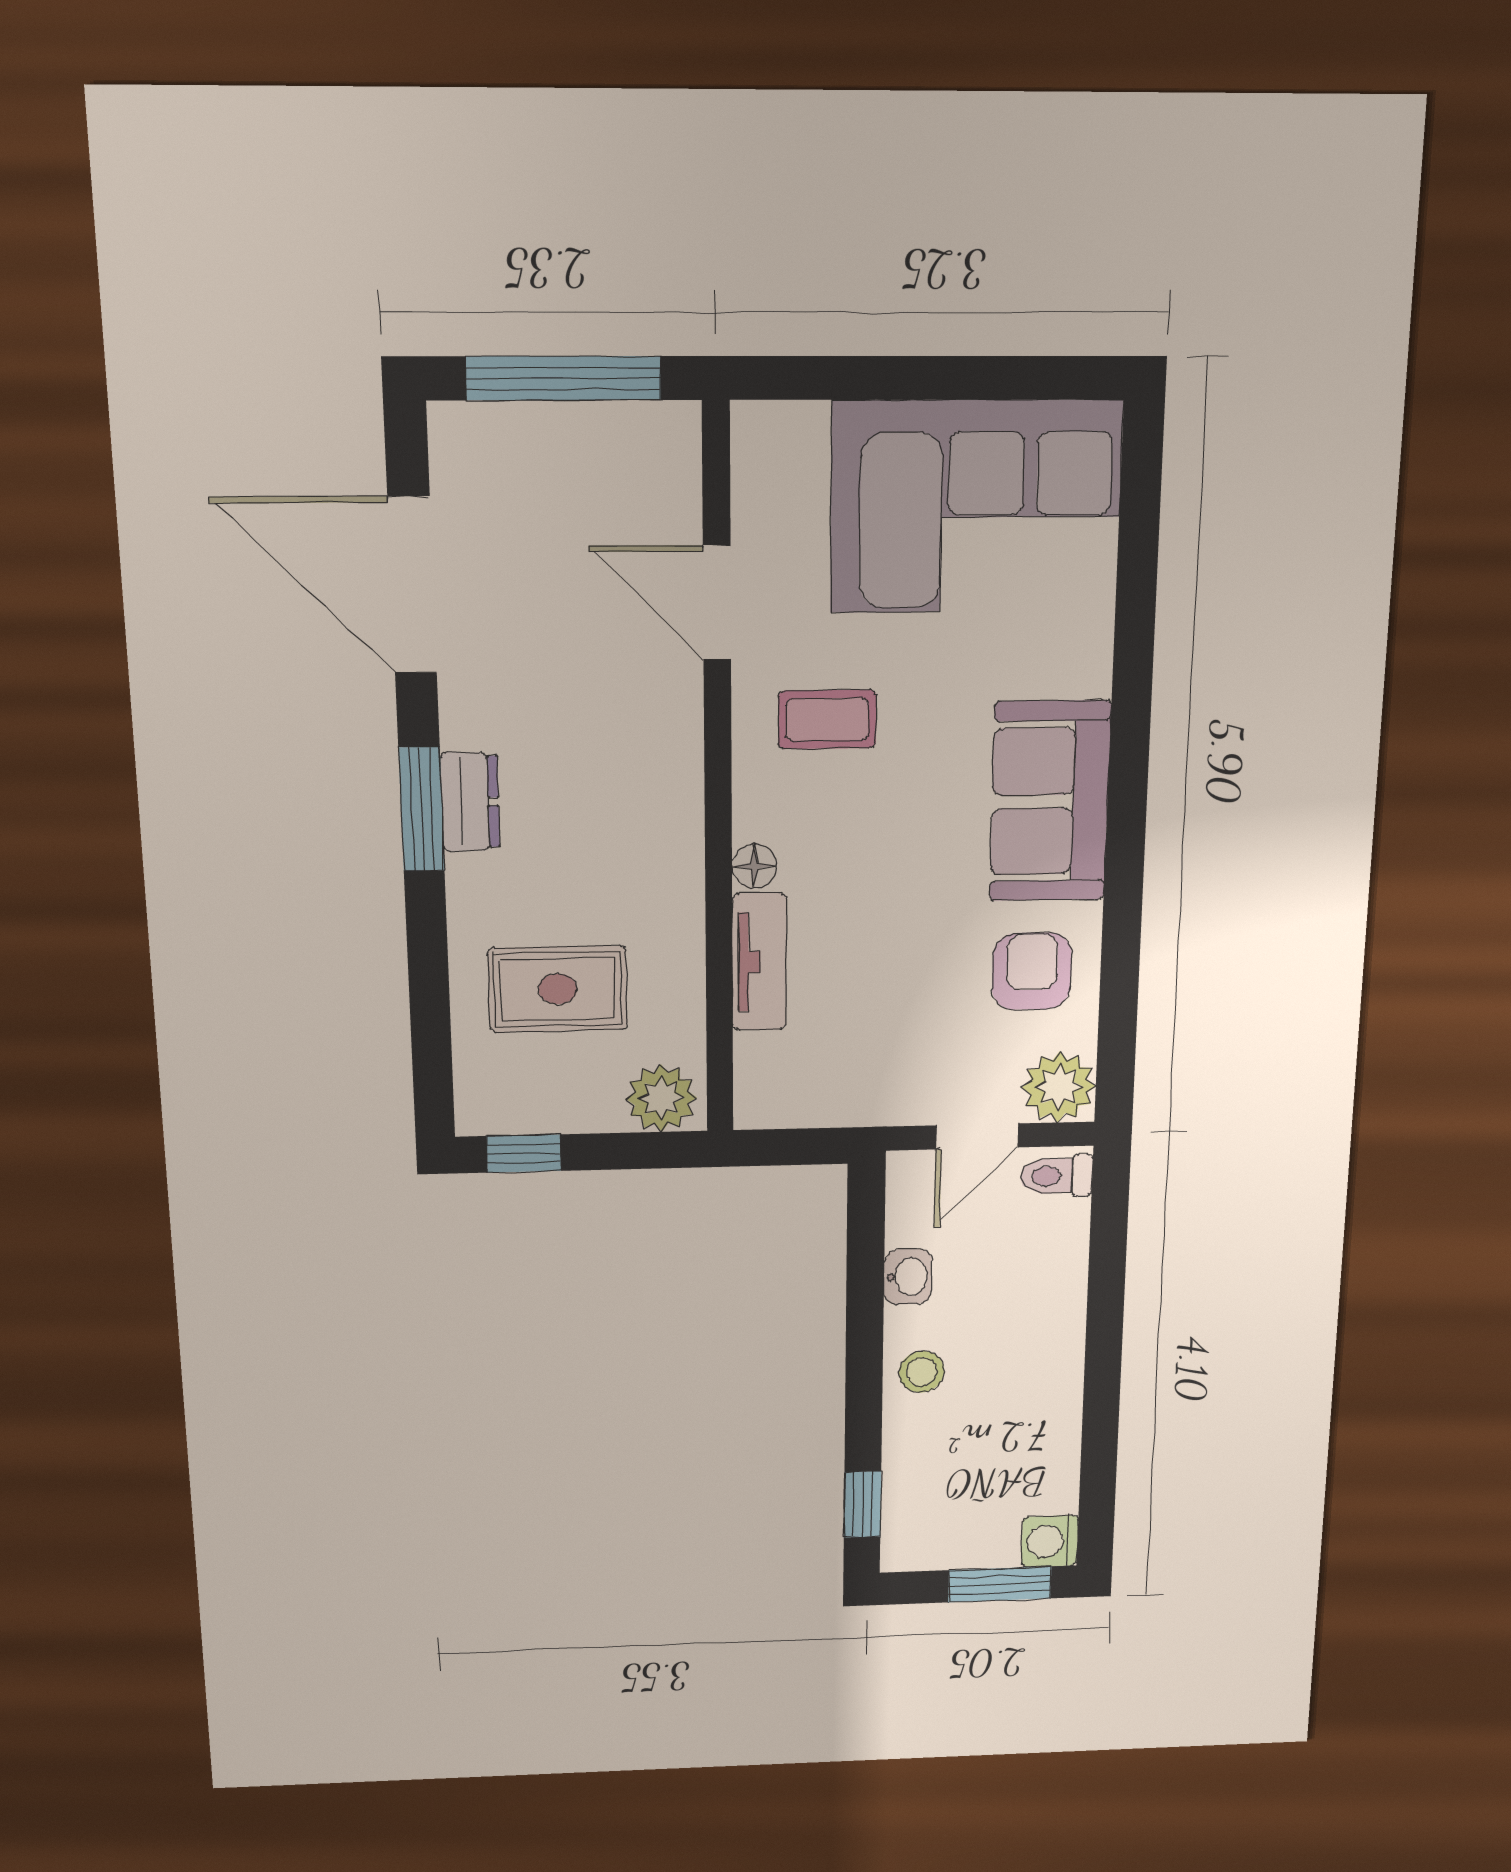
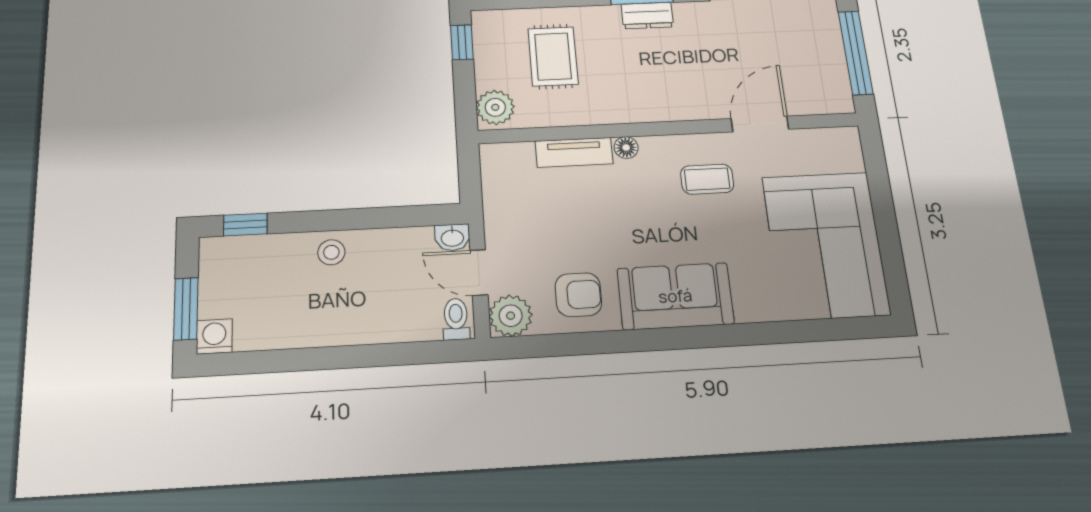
coffee table: (827, 719) -> (707, 179), turned 90
washbasin: (908, 1277) -> (452, 237), moved

